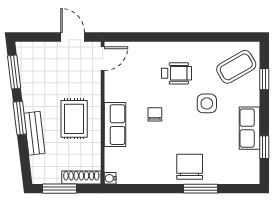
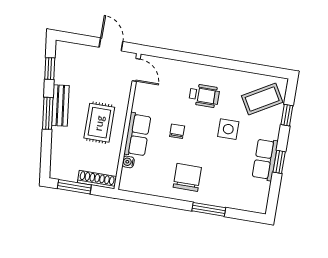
door: (103, 59) -> (136, 70), hinge flipped
window: (14, 72) -> (50, 69), width x0.67
bench: (34, 133) -> (60, 106), moved
window: (264, 147) -> (279, 162), moved
chair: (190, 167) -> (187, 177), moved
water cooler: (110, 178) -> (128, 162), moved

